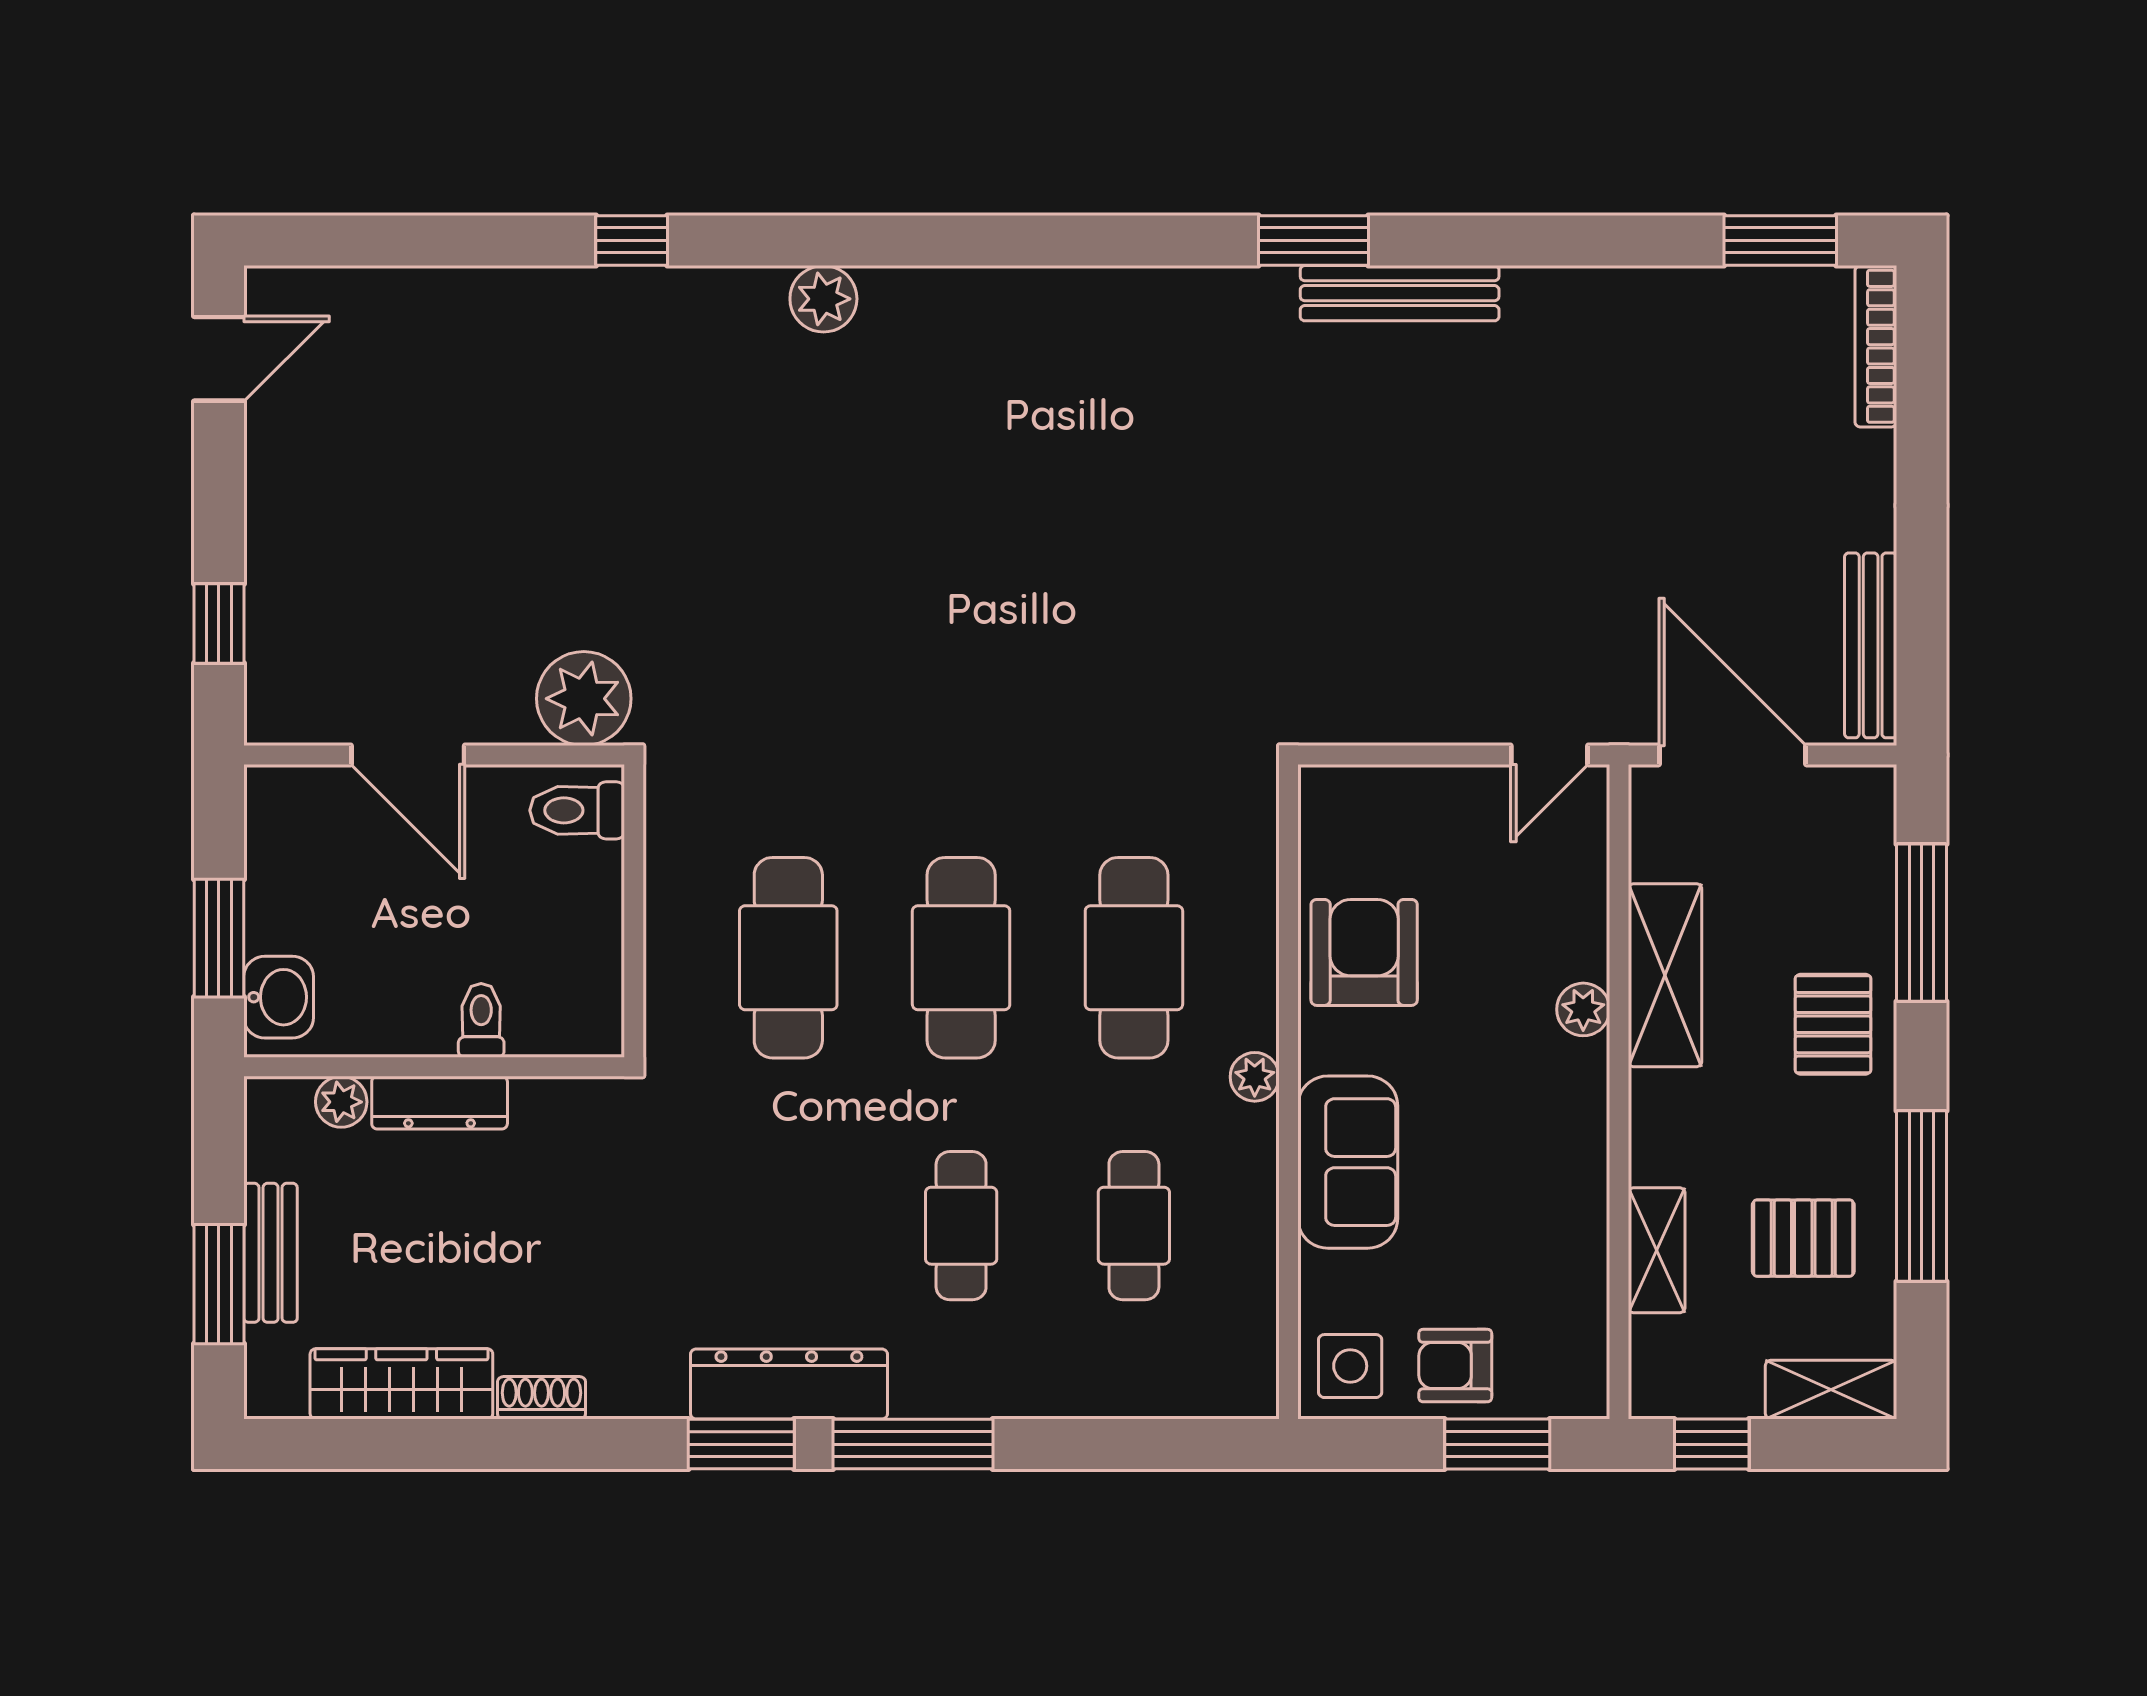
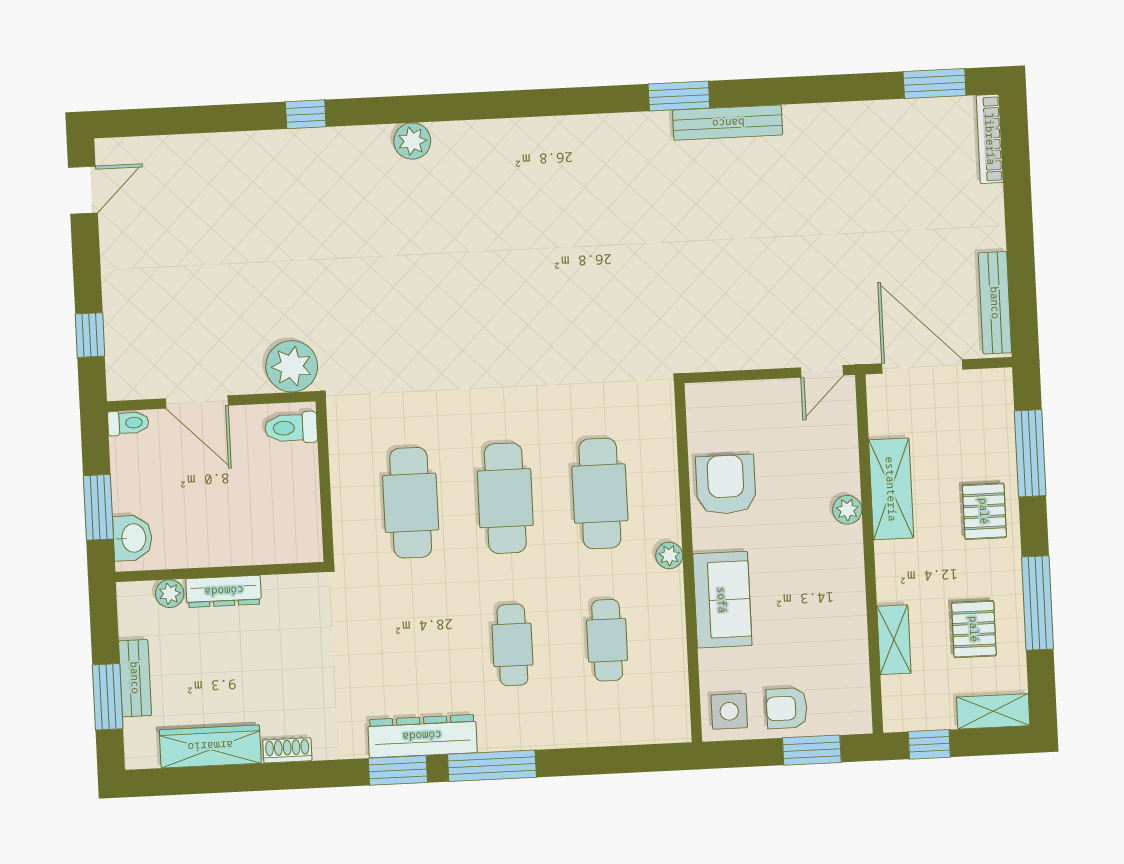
toilet: (481, 1020) -> (128, 423), moved, turned 90
pallet: (1803, 1238) -> (974, 629), turned 90

